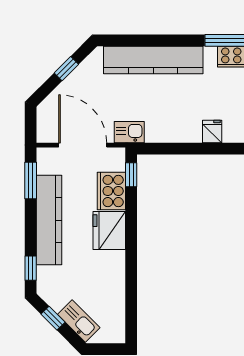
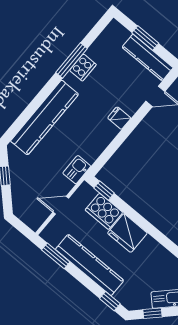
door: (83, 145) -> (61, 205), width x0.53

